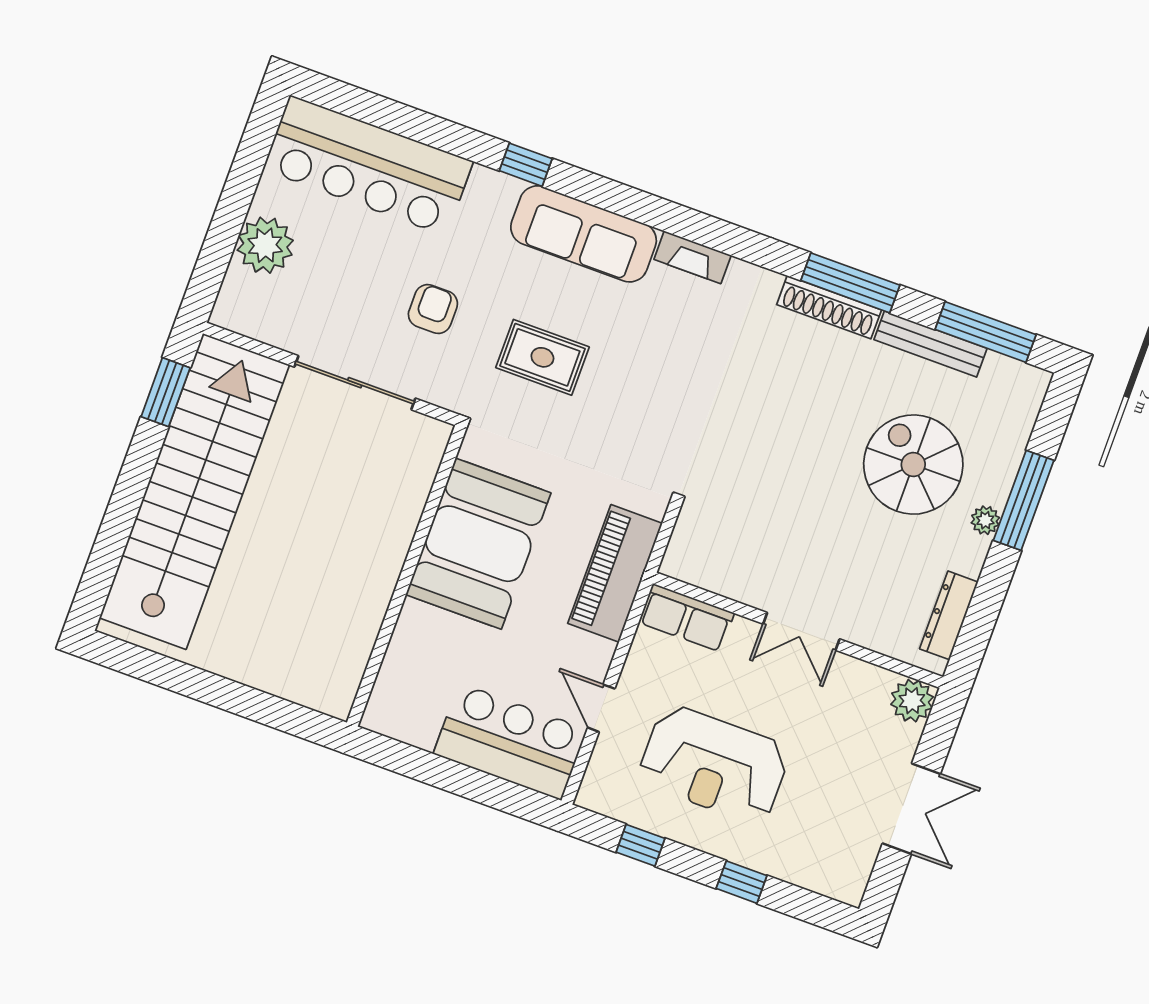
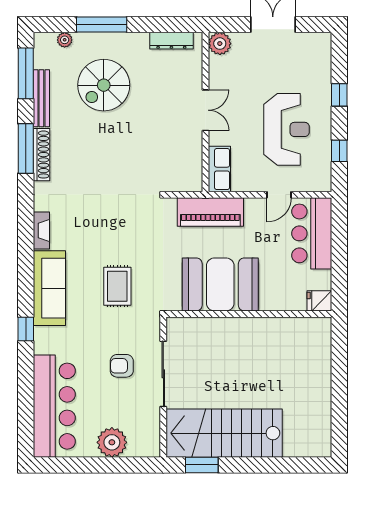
armchair: (433, 309) -> (122, 366), moved
stairs: (194, 491) -> (224, 433), width x0.73
plant: (985, 520) -> (65, 40), moved
fridge: (384, 711) -> (319, 301), added

